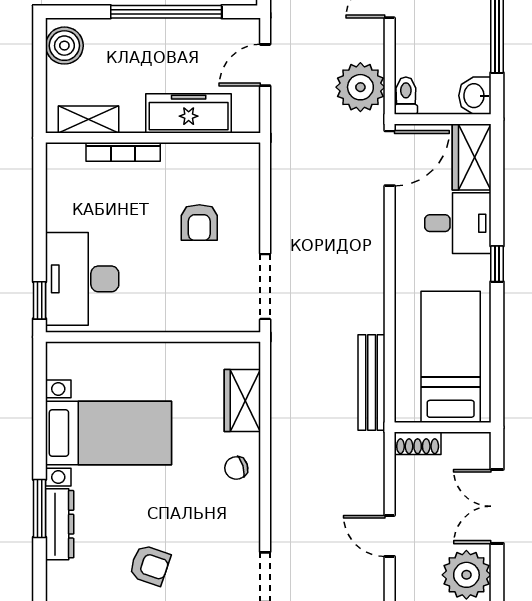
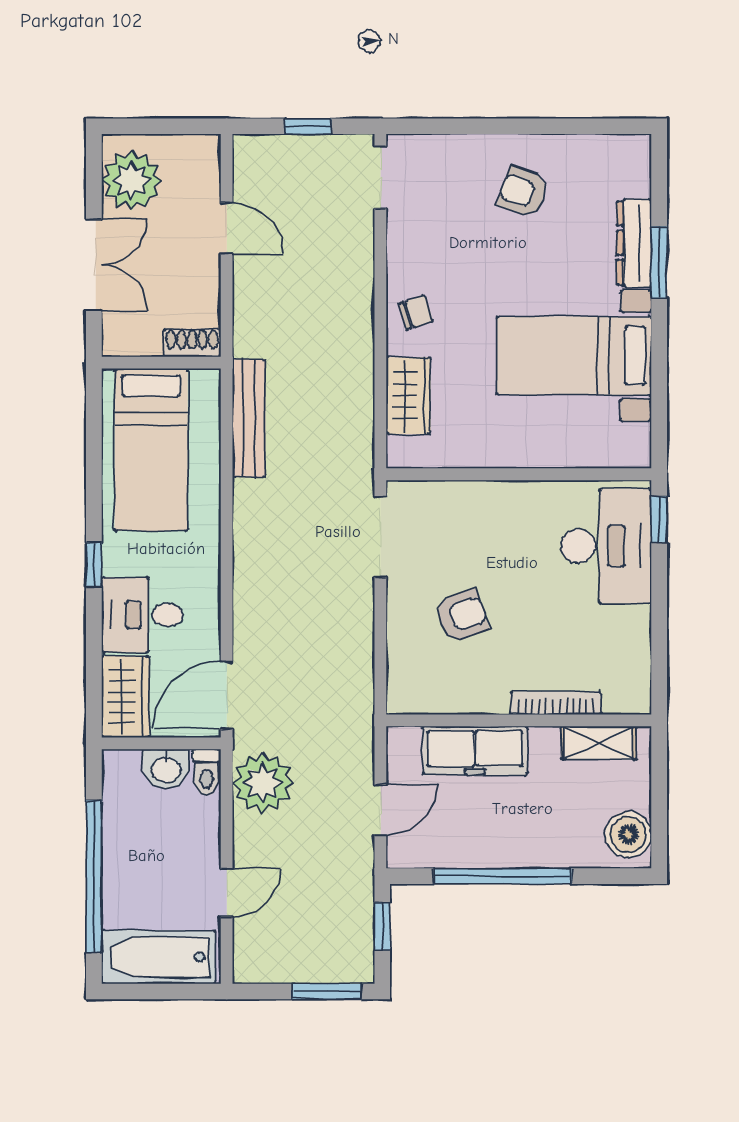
washbasin: (475, 96) -> (166, 769), moved, turned 90
armchair: (199, 223) -> (462, 616), turned 71

